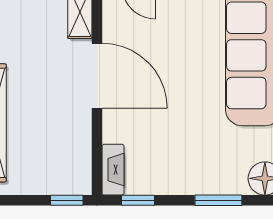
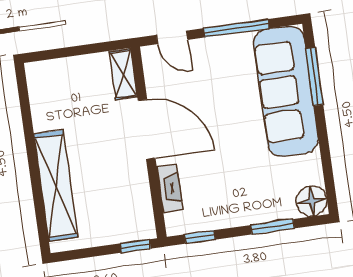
fireplace: (113, 170) -> (170, 188), moved

